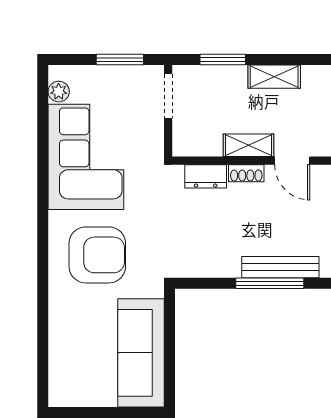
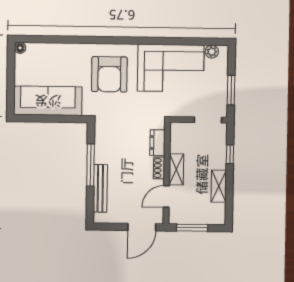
window: (223, 60) -> (230, 154), width x0.67
window: (270, 283) -> (91, 165), moved
floor lamp: (57, 398) -> (20, 48), added

